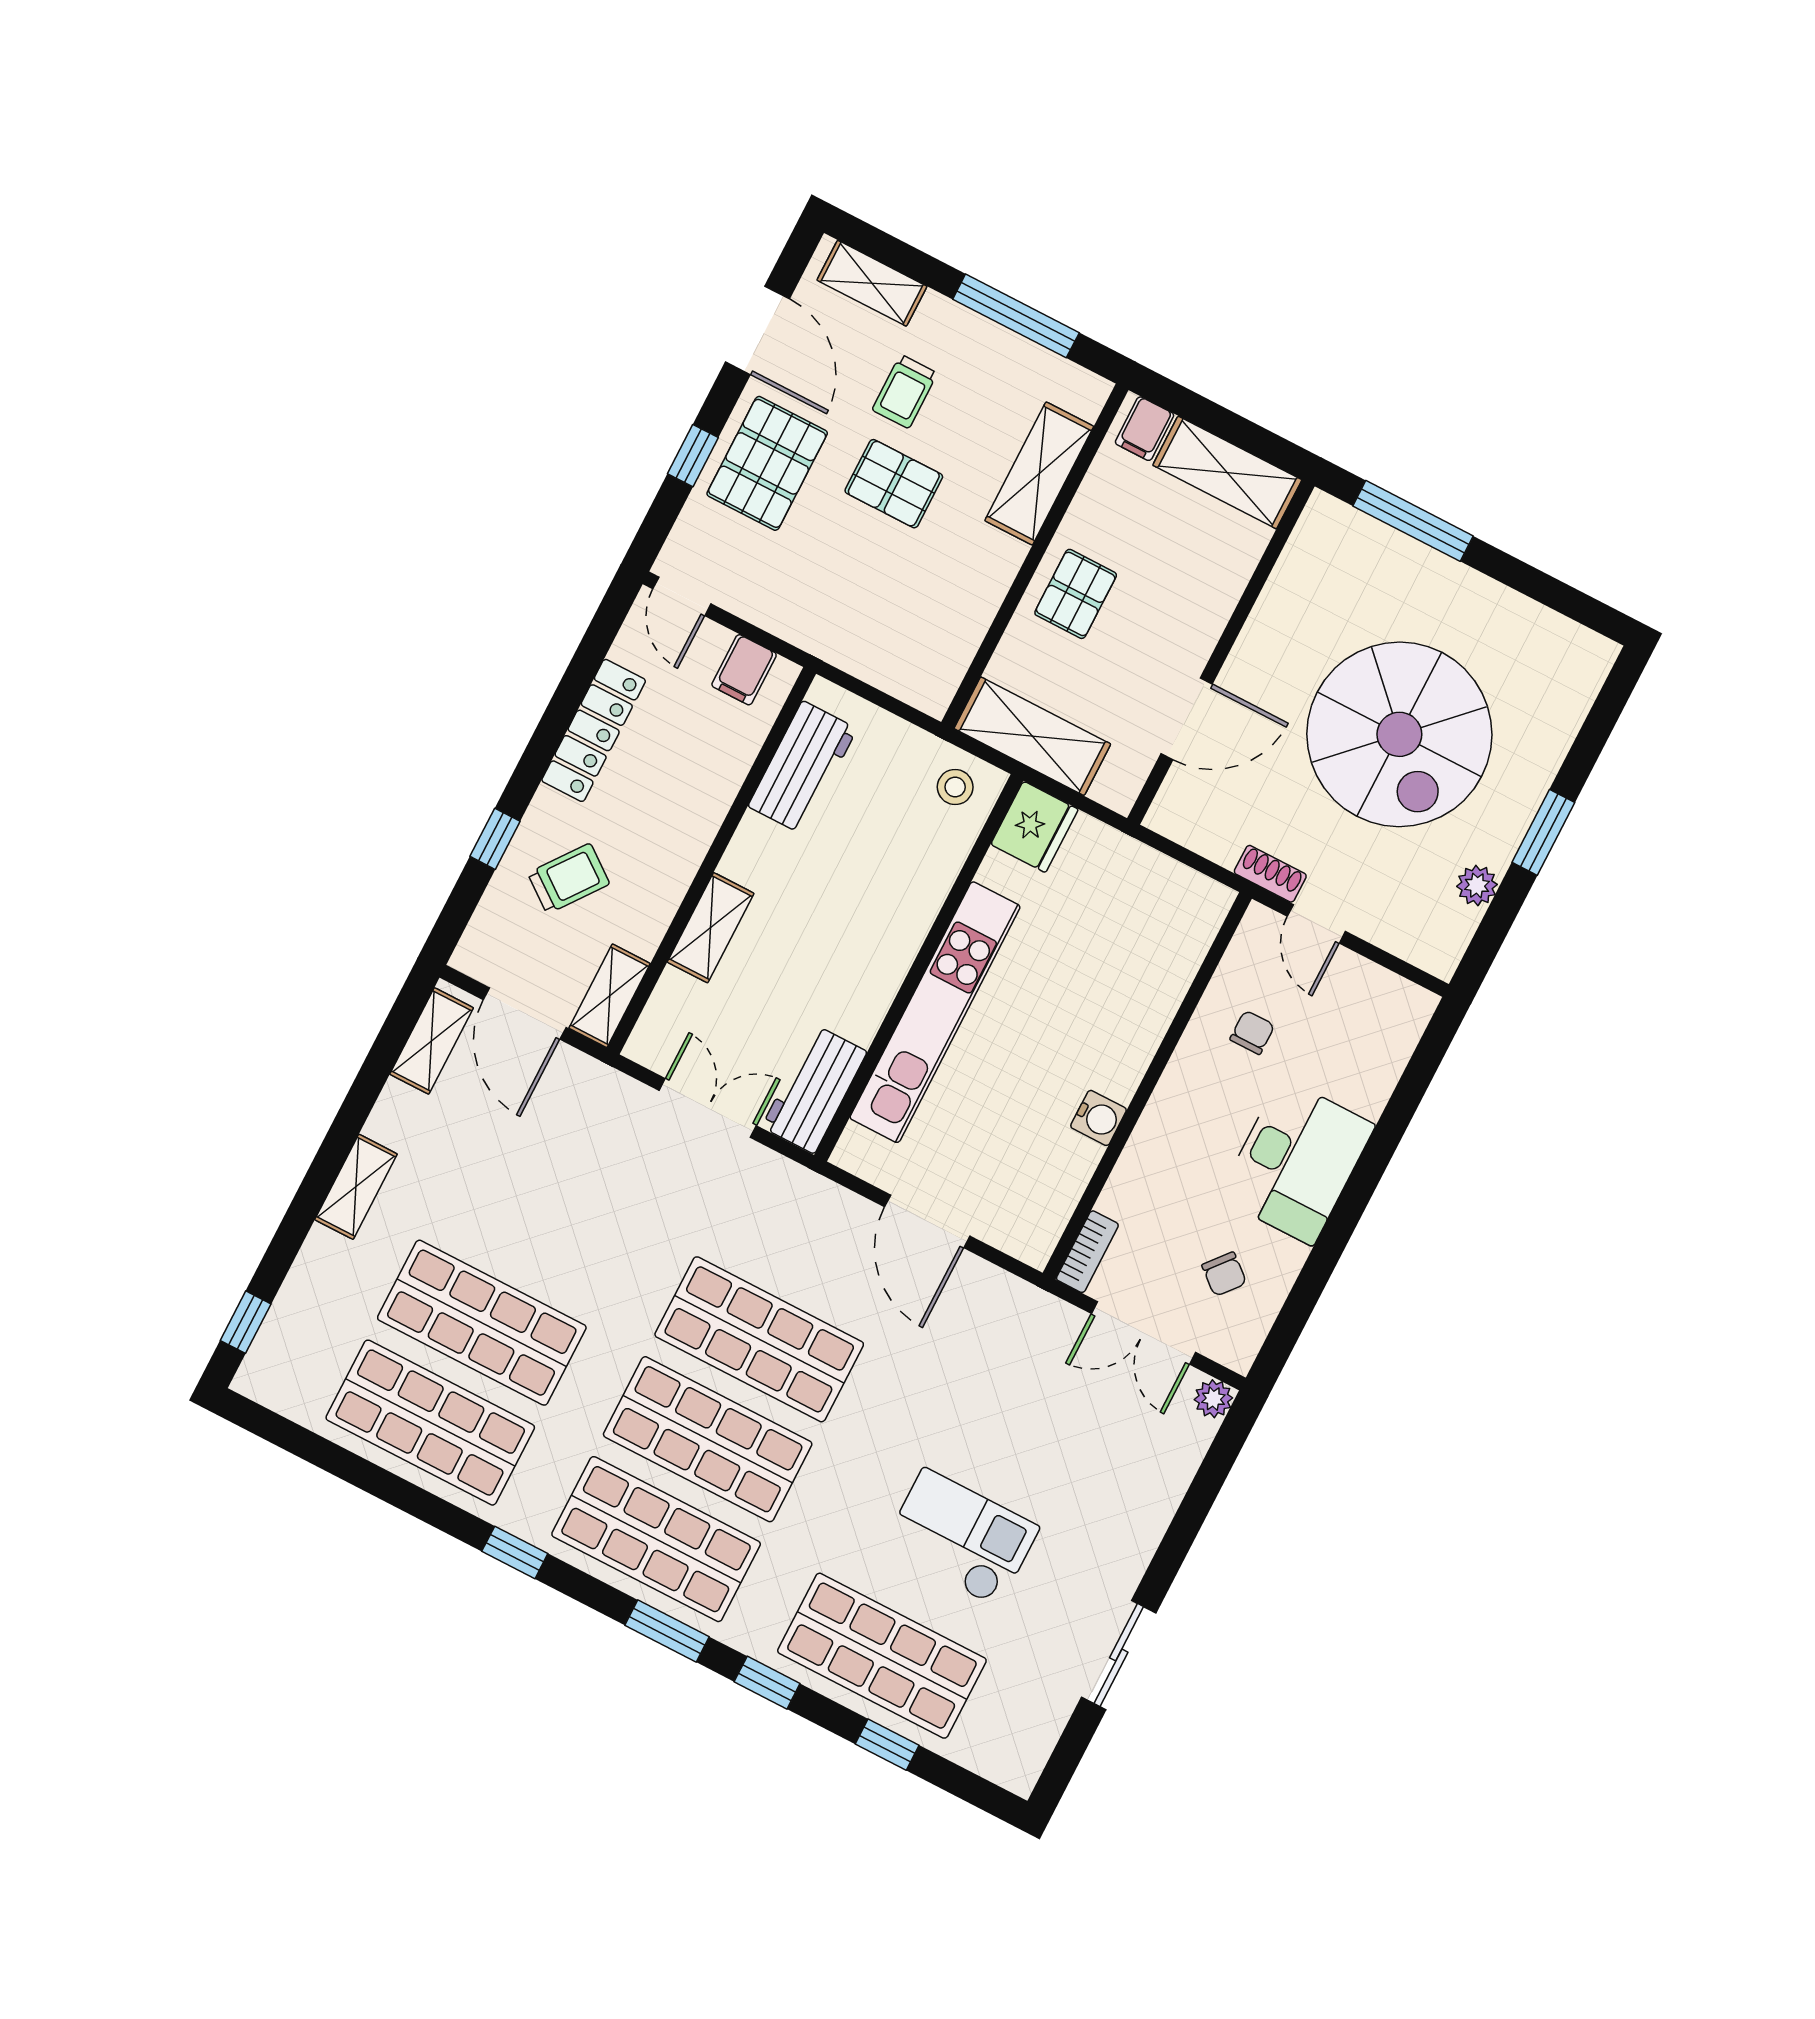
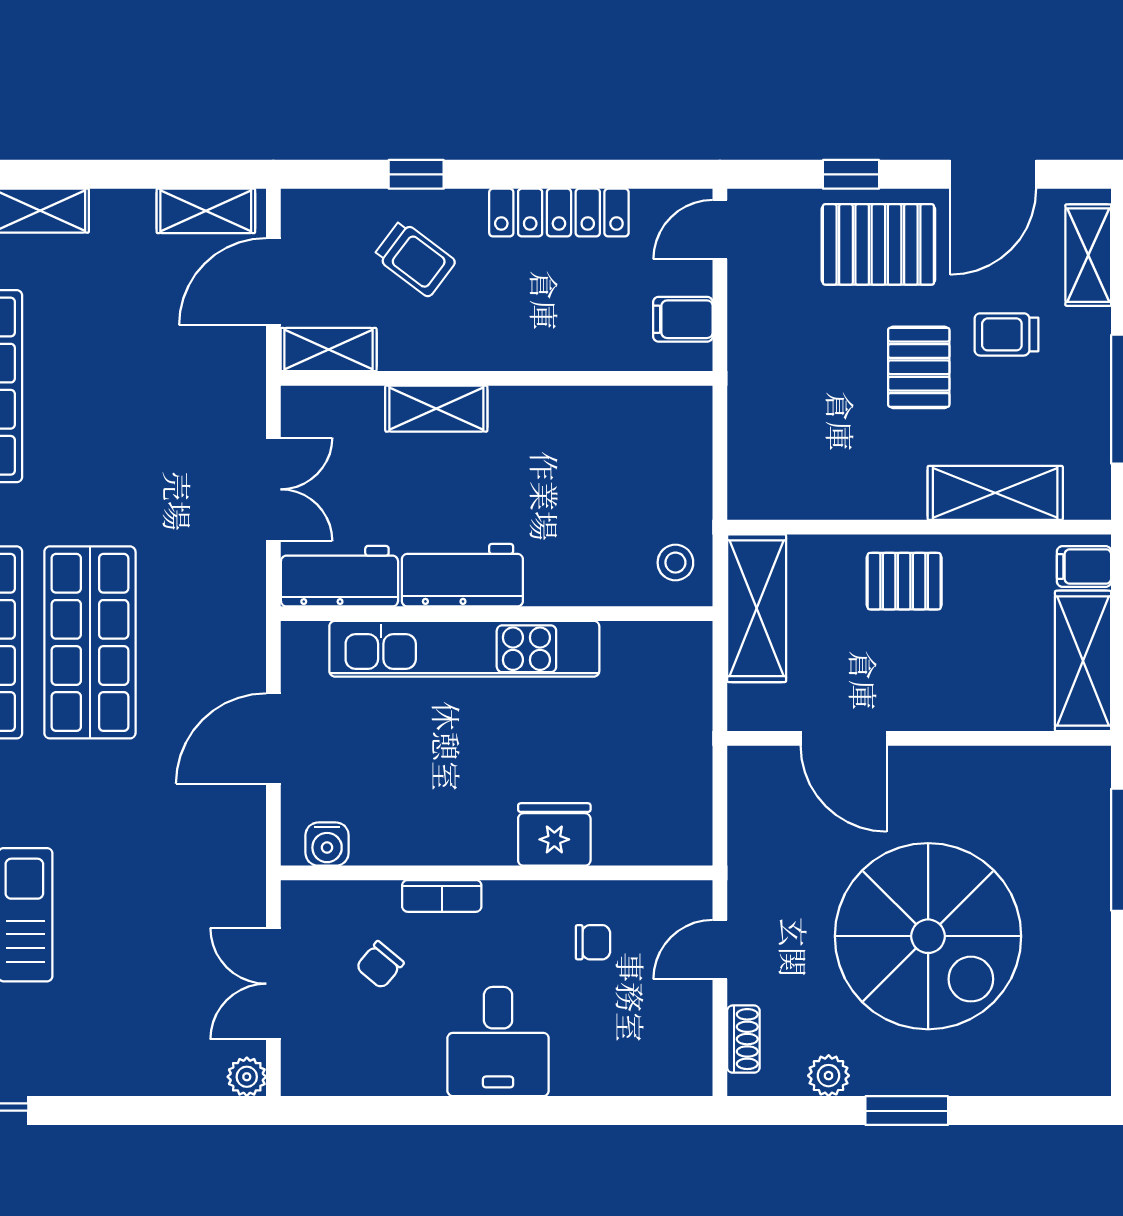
spiral stairs: (1399, 734) -> (928, 936), turned -90
workbench: (803, 768) -> (462, 575), moved, turned 180
fridge: (1034, 827) -> (554, 834), moved, turned 180
shoe rack: (1270, 874) -> (743, 1039), moved
water cooler: (1099, 1118) -> (327, 844), moved
desk: (1297, 1161) -> (498, 1042), width x0.73
bookcase: (1087, 1252) -> (442, 896), moved
chair: (1224, 1274) -> (380, 965), moved

